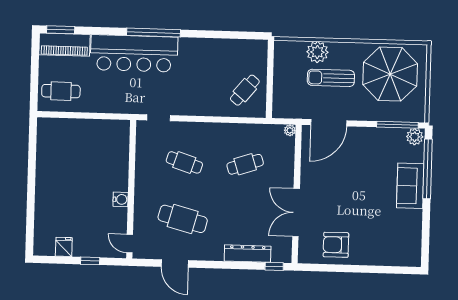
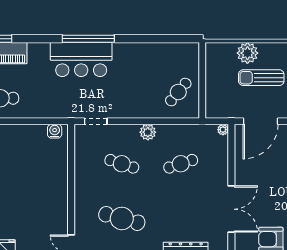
bar counter: (134, 53) -> (81, 60), width x0.73
plant: (212, 131) -> (148, 132), added
water cooler: (121, 199) -> (55, 131), moved, turned -90
double door: (296, 213) -> (231, 209), swing flipped

